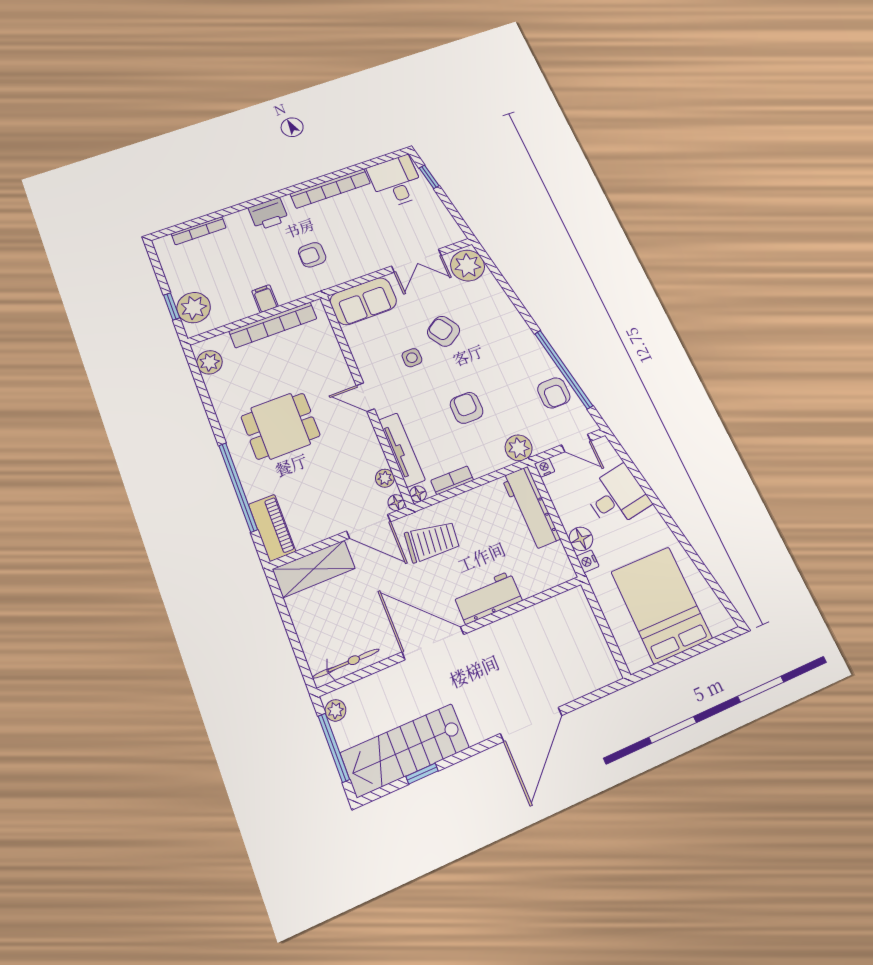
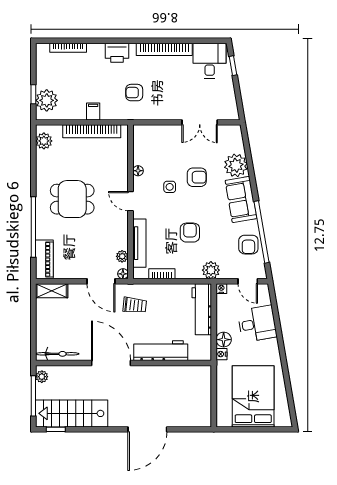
plant: (468, 266) -> (236, 165), moved
sofa: (363, 301) -> (241, 199), moved, turned 80
armchair: (444, 331) -> (197, 177), turned 123
floor lamp: (418, 494) -> (138, 171), moved
trolley: (432, 541) -> (135, 305), width x0.73, depth x0.72
shelving: (314, 569) -> (52, 291), width x0.67, depth x0.75
workbench: (488, 598) -> (161, 351), width x1.38
window: (422, 774) -> (56, 429), moved

